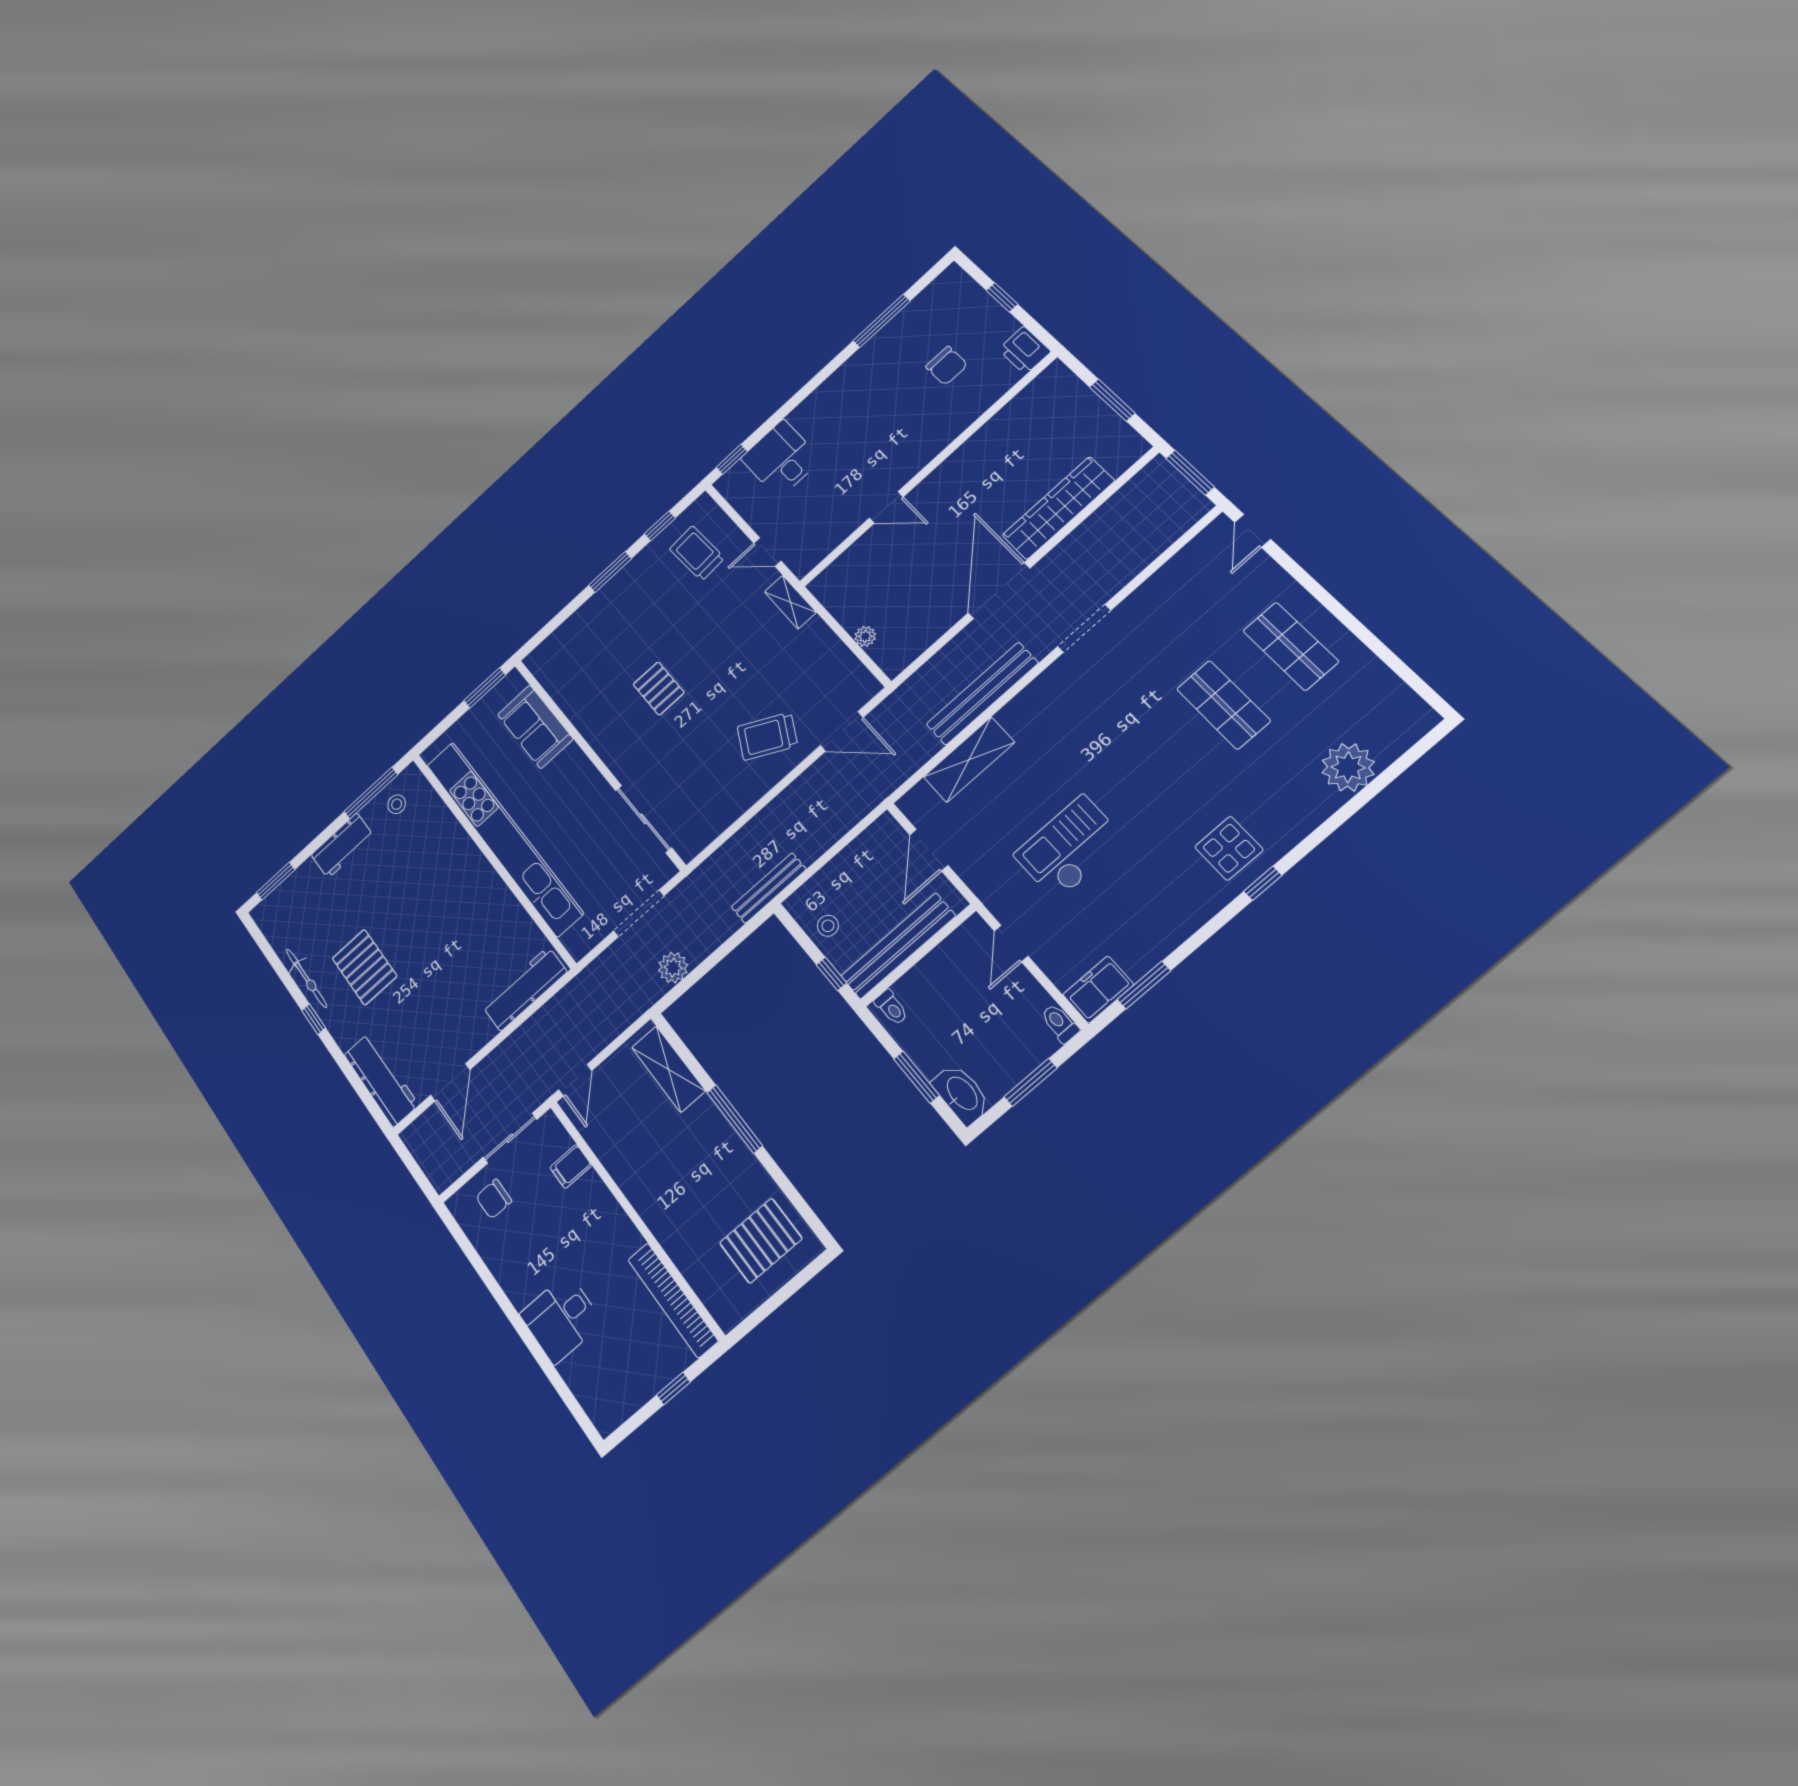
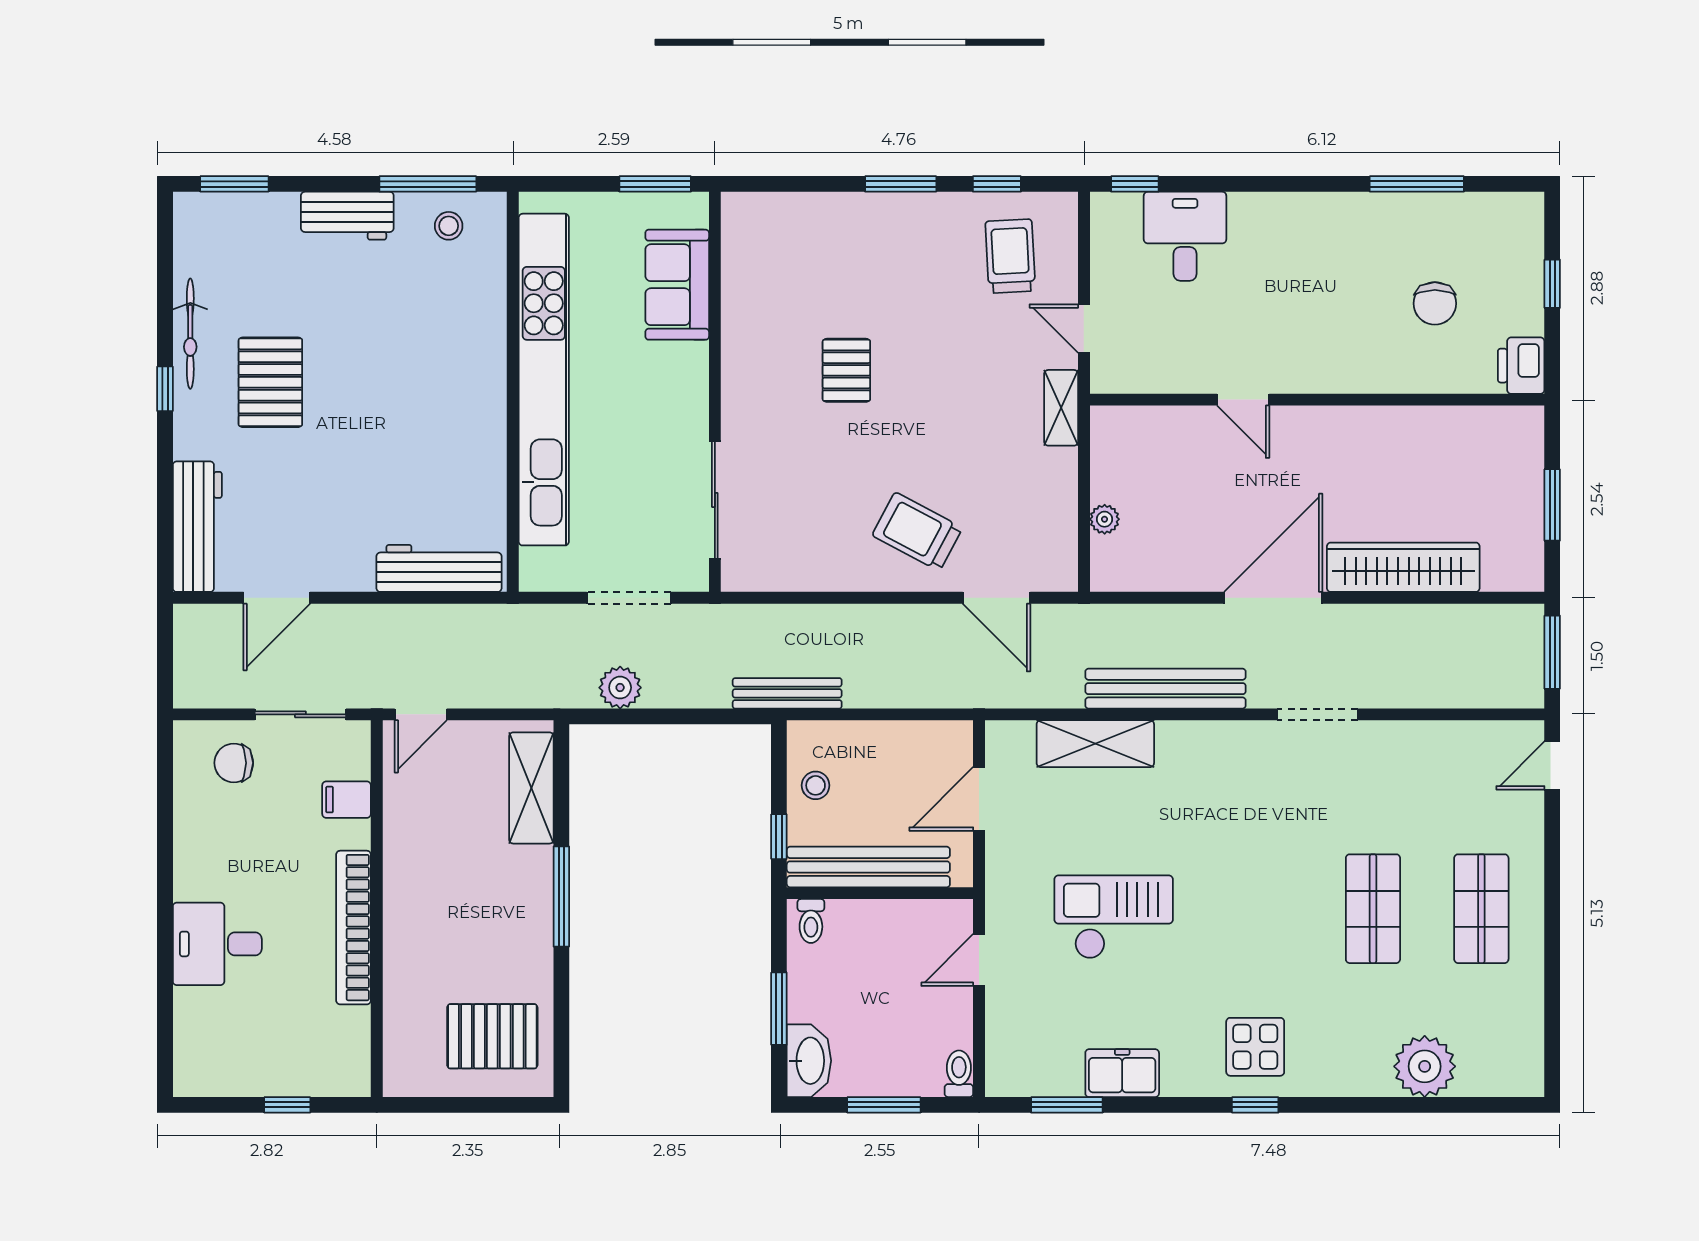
freezer: (1098, 990) -> (1122, 1073), moved
bookcase: (673, 1300) -> (353, 928), moved

